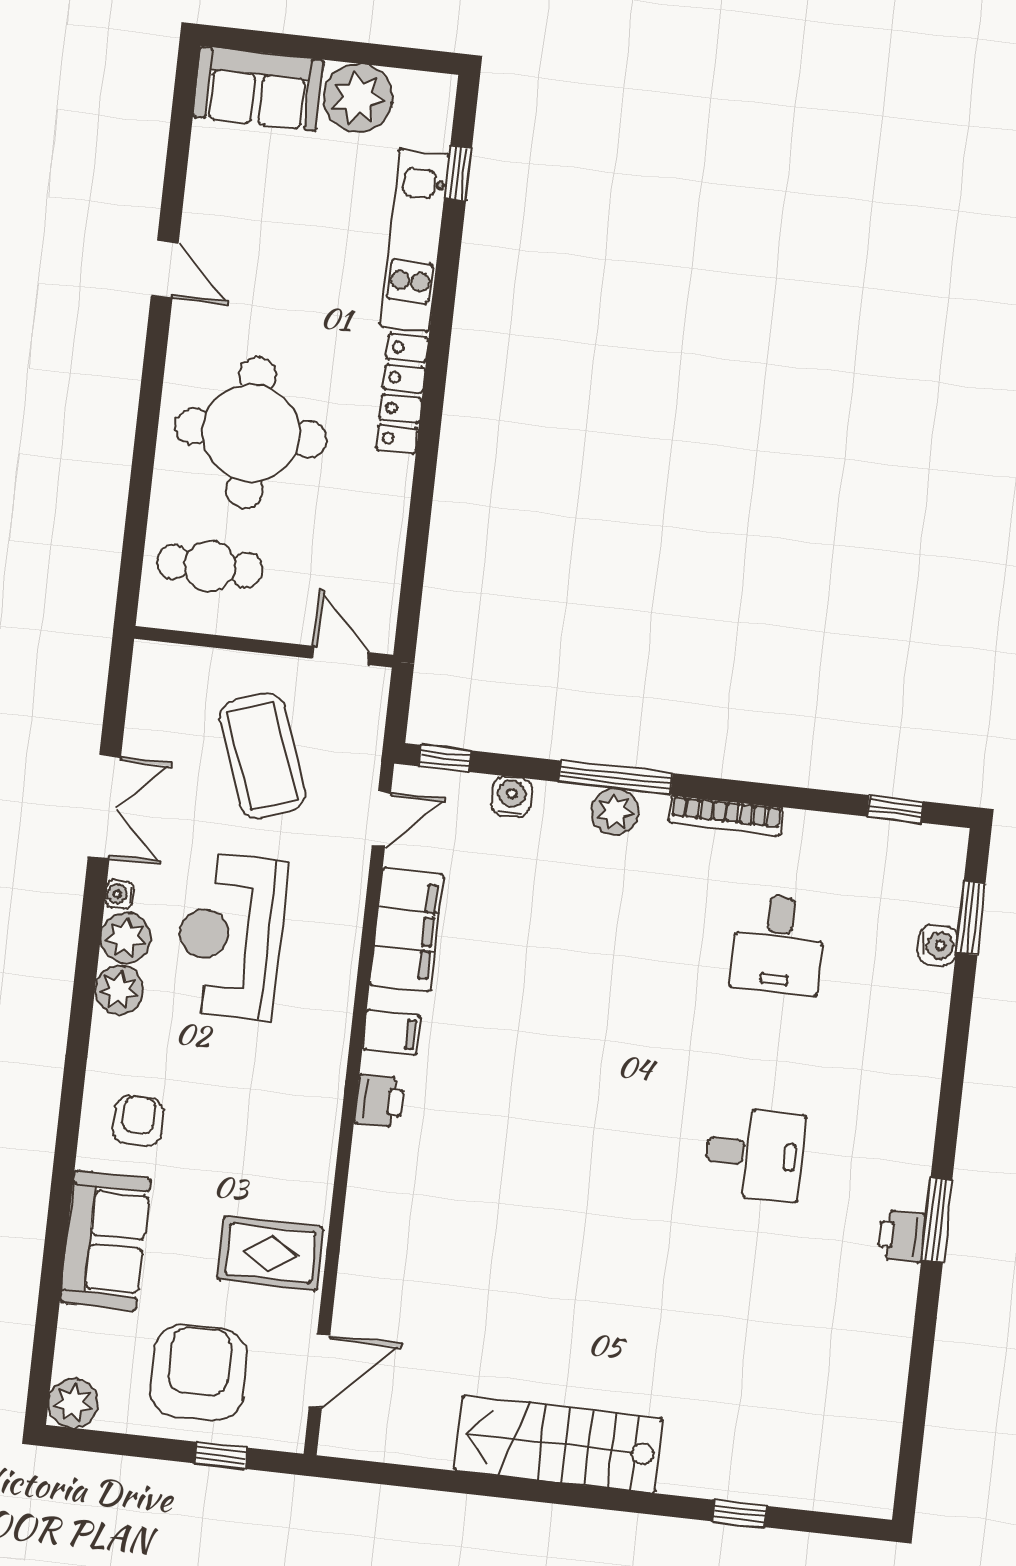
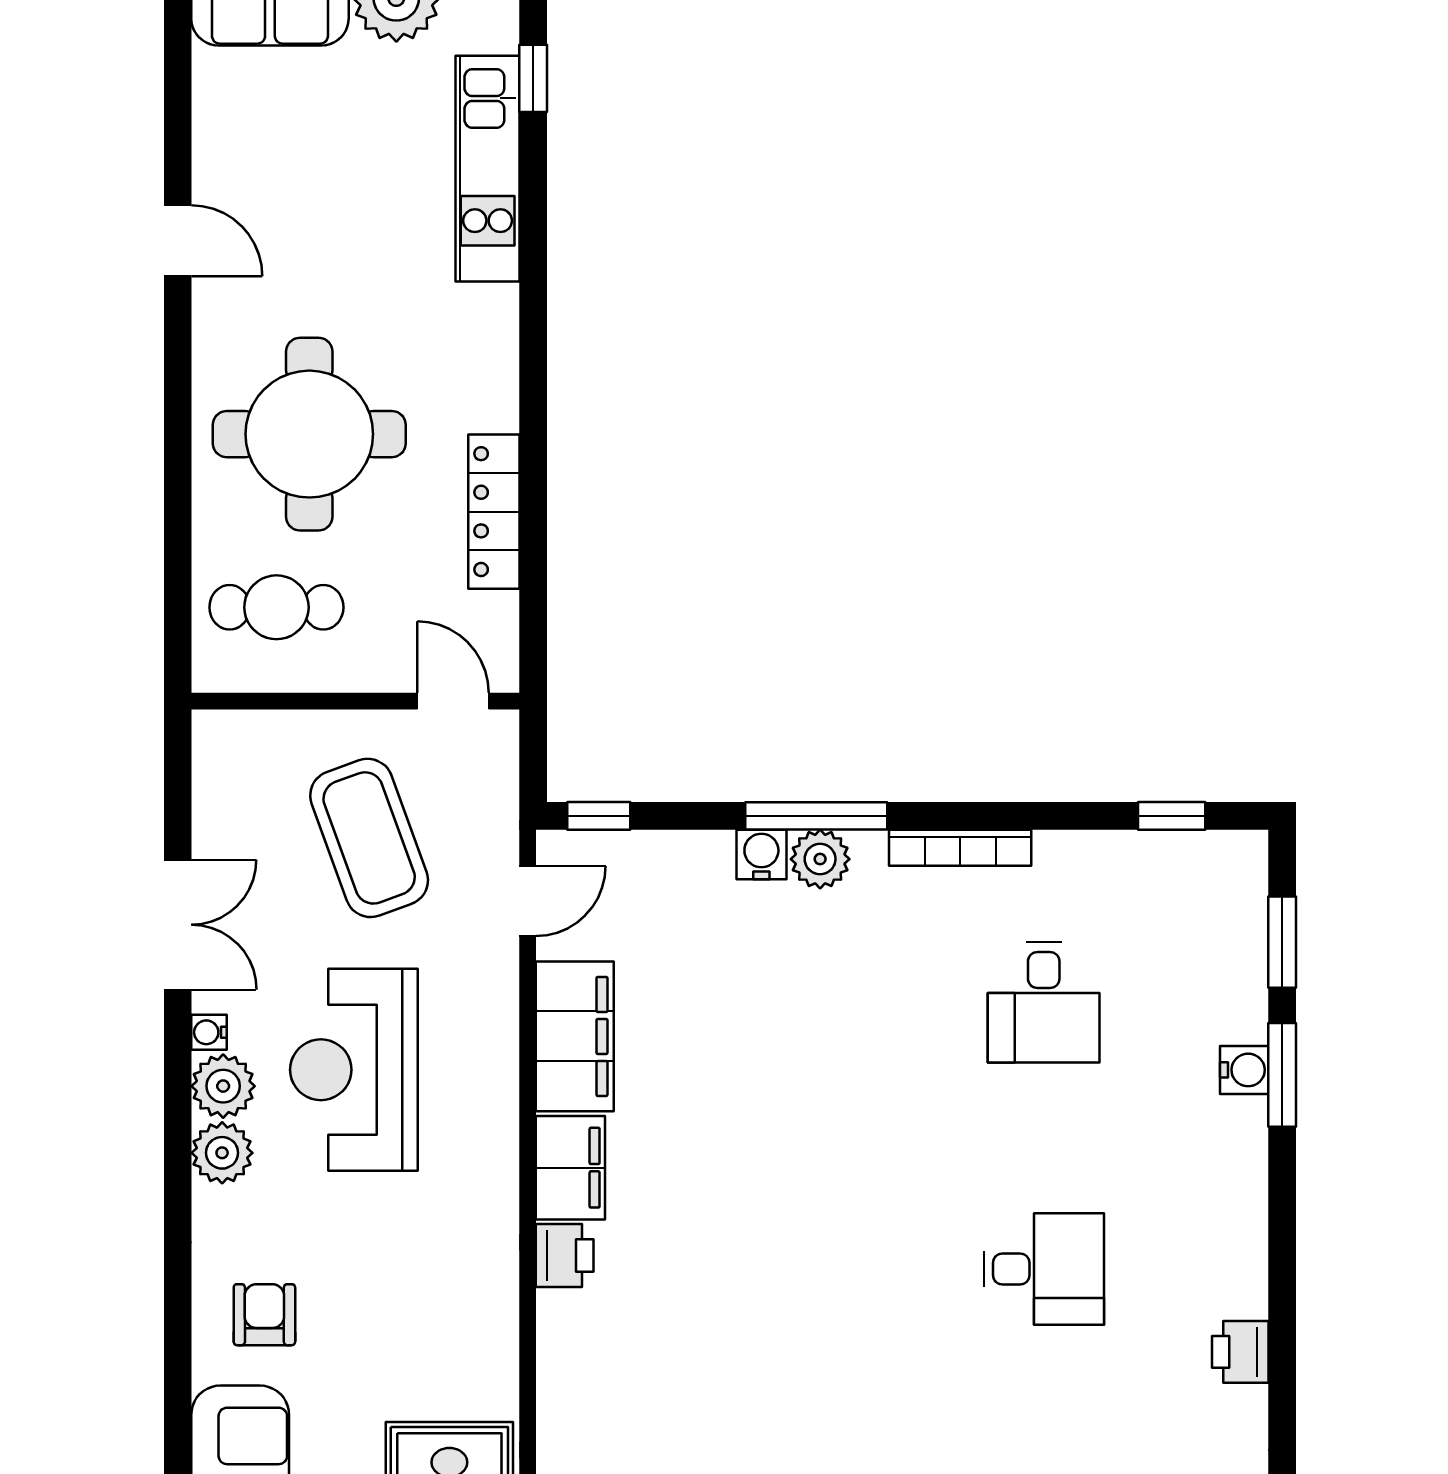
locker: (402, 394) -> (494, 512), moved
water cooler: (512, 797) -> (761, 854), moved
water cooler: (937, 945) -> (1244, 1070), moved
filing cabinet: (391, 1032) -> (570, 1168), width x2.00
window: (937, 1220) -> (1282, 1075), moved

